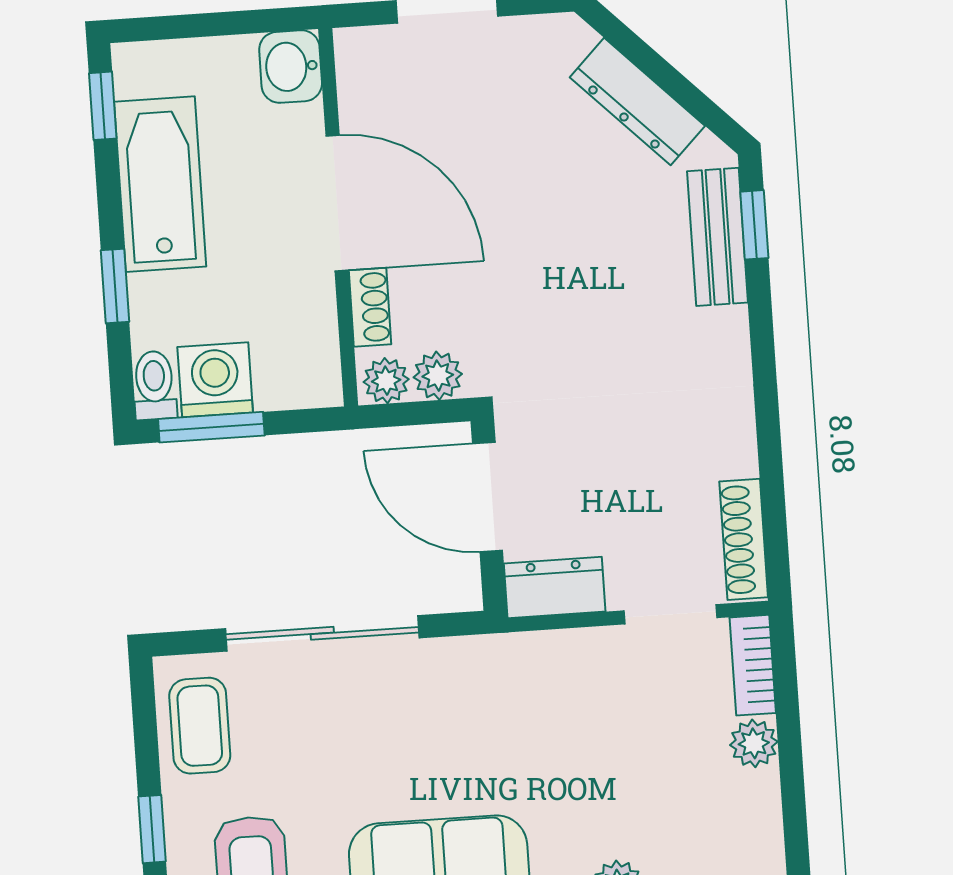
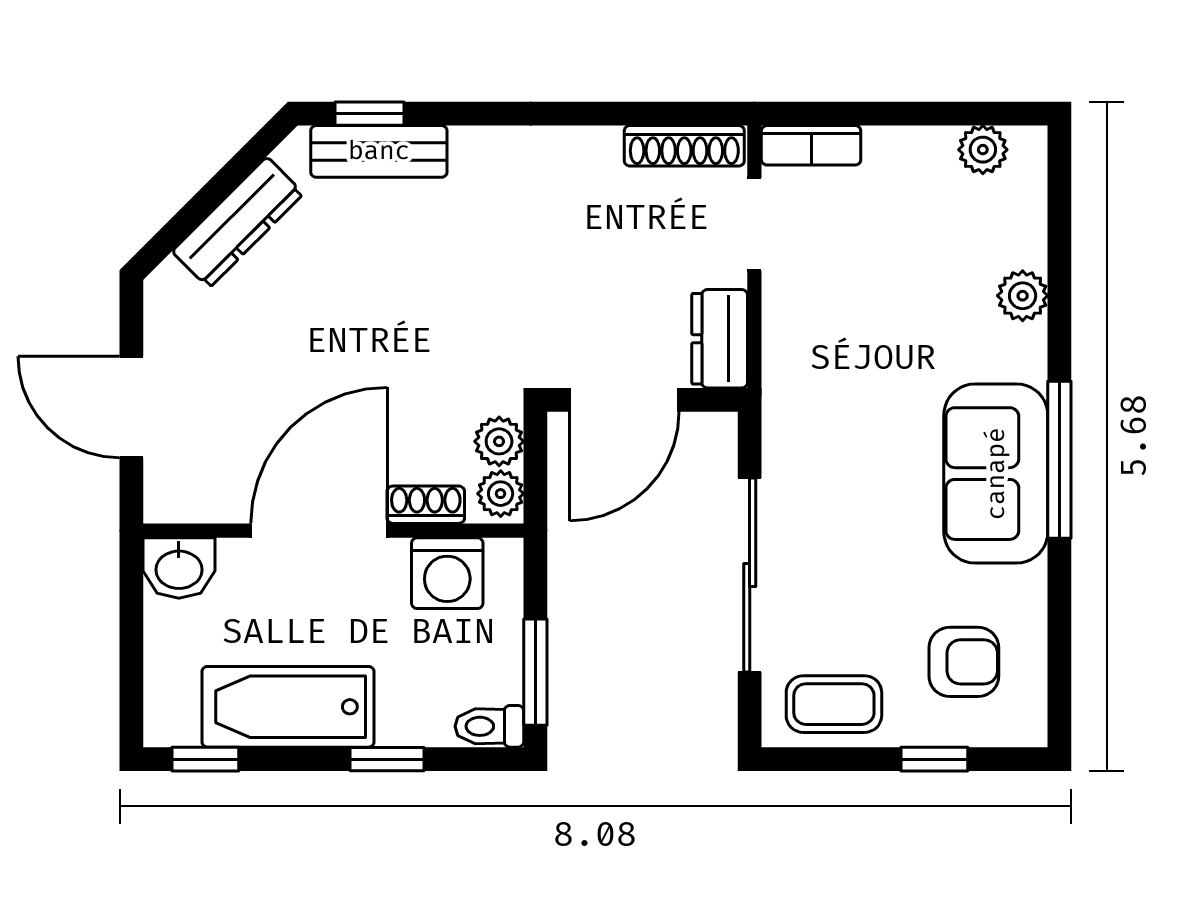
washing machine: (215, 380) -> (447, 573), moved, turned -90
plant: (754, 743) -> (983, 150), moved

